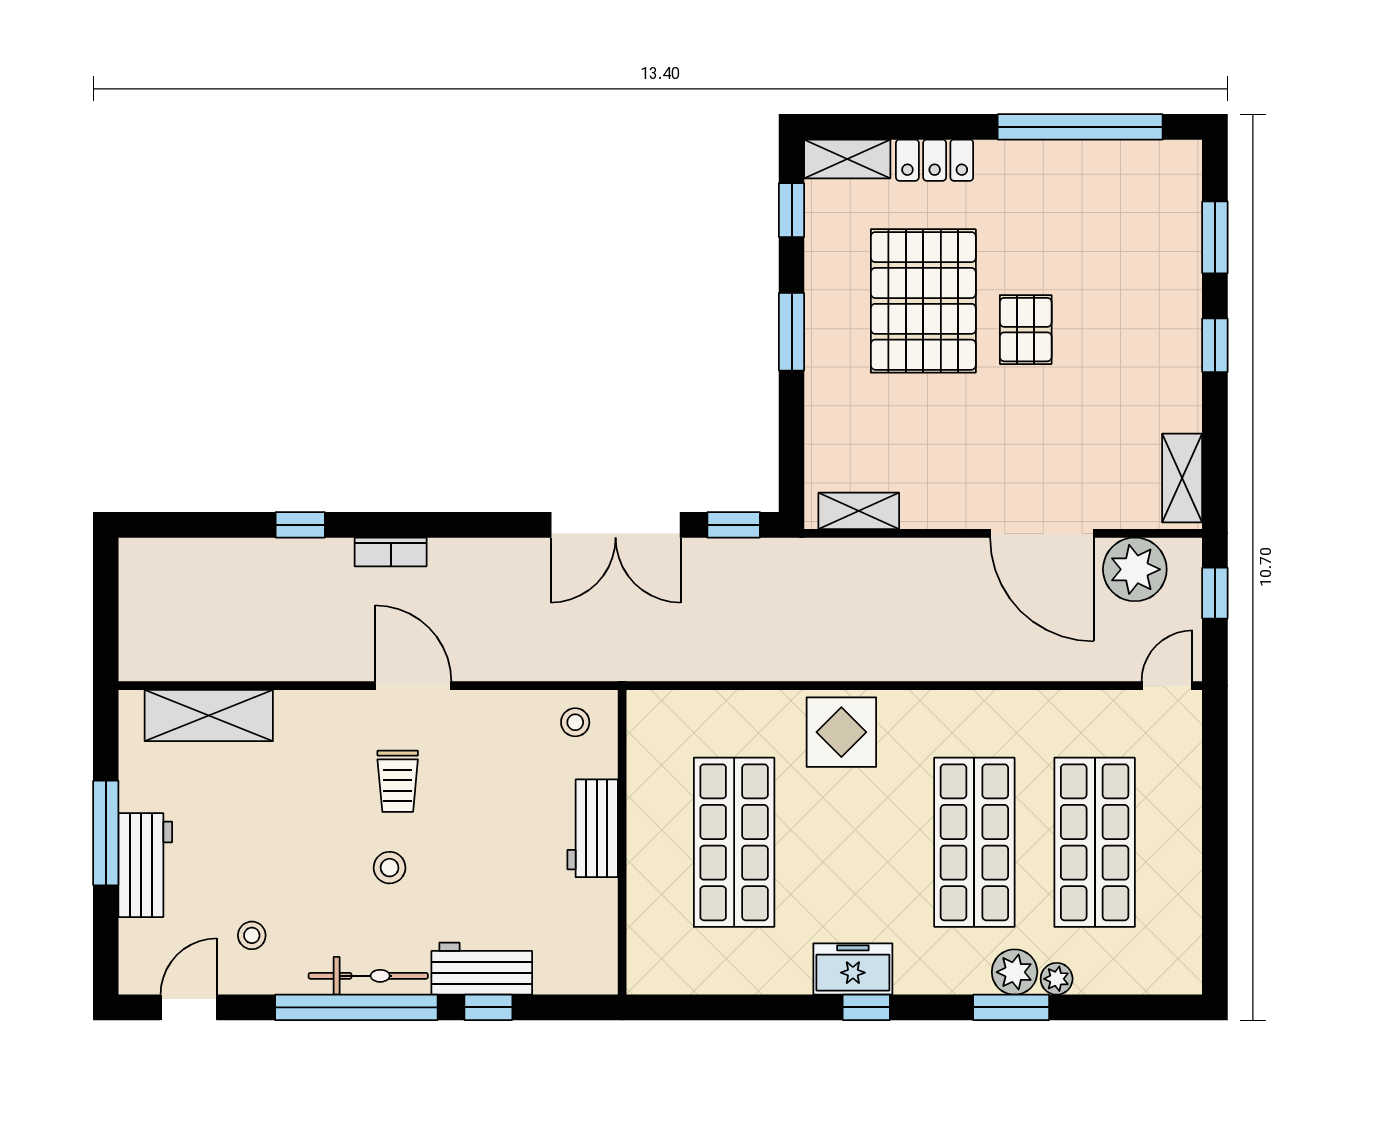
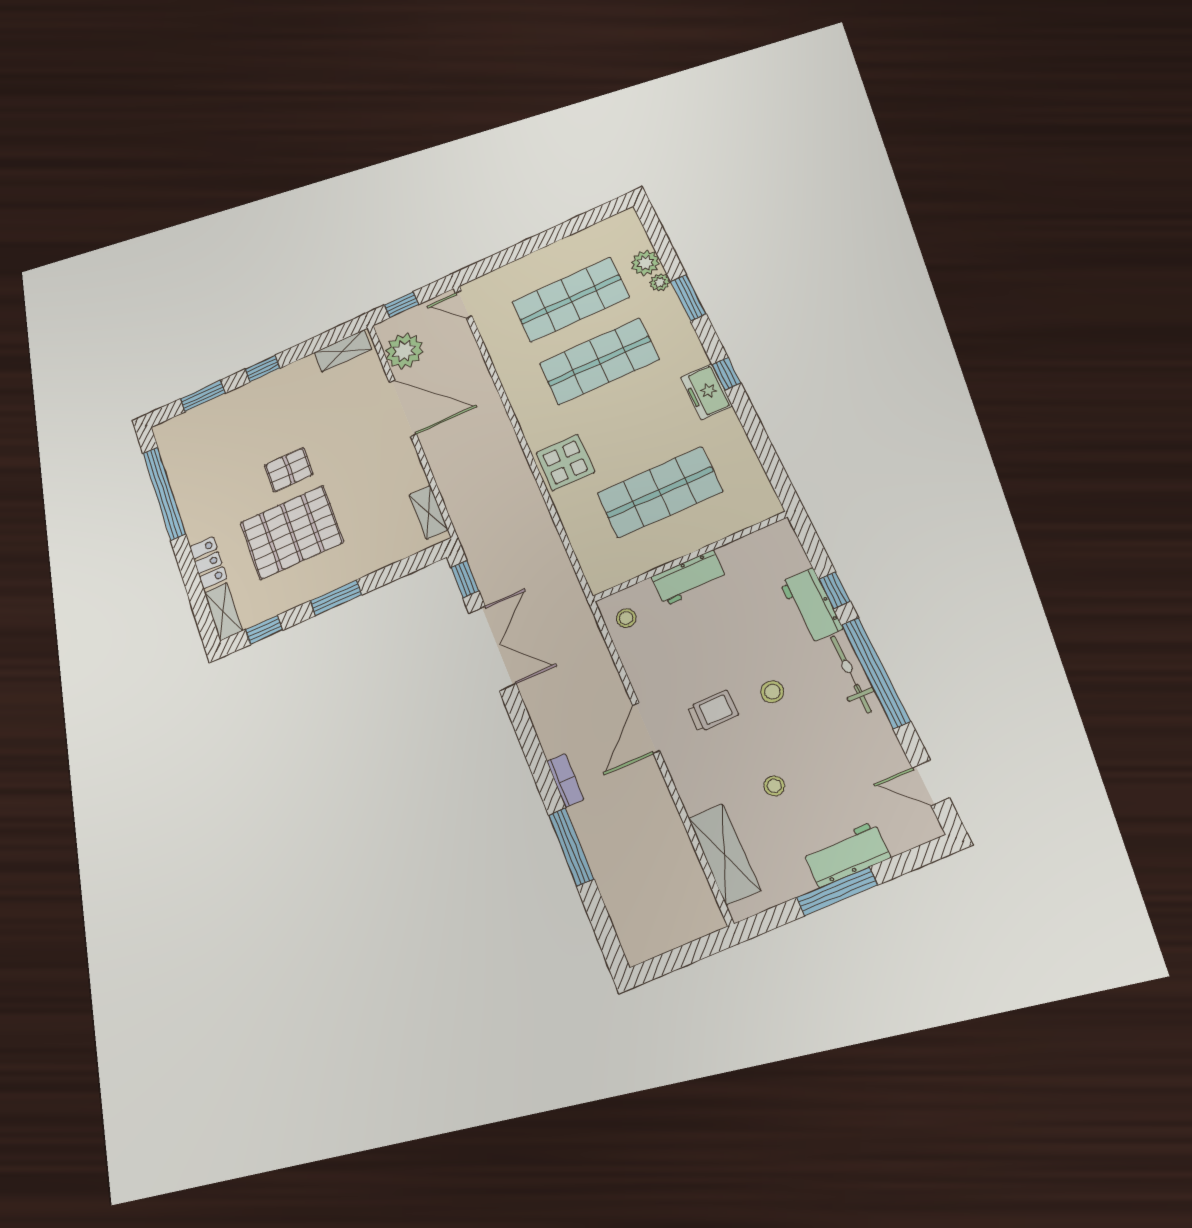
window: (300, 525) -> (571, 847), width x2.17
door: (1042, 533) -> (403, 408), hinge flipped
stool: (252, 935) -> (774, 786), moved
plant: (1015, 972) -> (645, 263), moved

